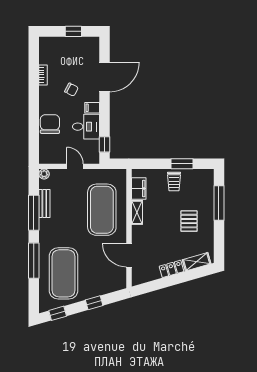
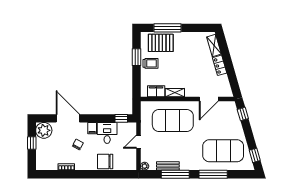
plant: (89, 47) -> (44, 130), added
pallet: (189, 221) -> (161, 43), moved, width x1.50, depth x1.42
window: (94, 303) -> (243, 114), moved

